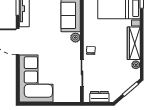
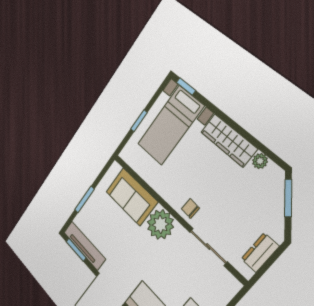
plant: (75, 38) -> (160, 224), width x1.88, depth x1.88

